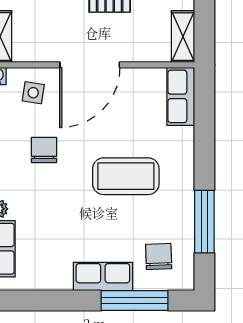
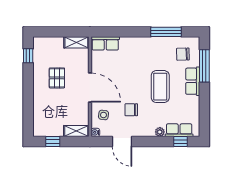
coffee table: (126, 176) -> (160, 87), moved

